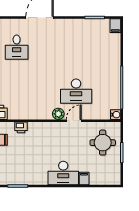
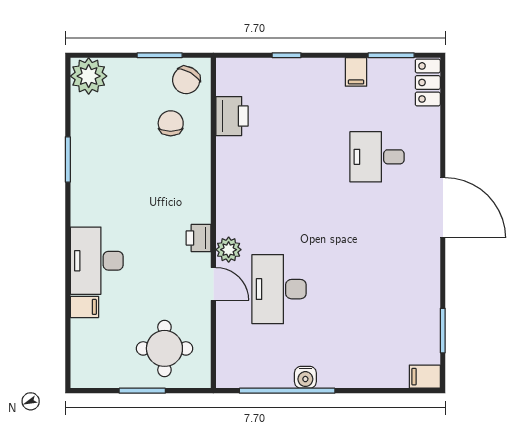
water cooler: (116, 115) -> (305, 377), moved
printer: (21, 127) -> (199, 238), moved

